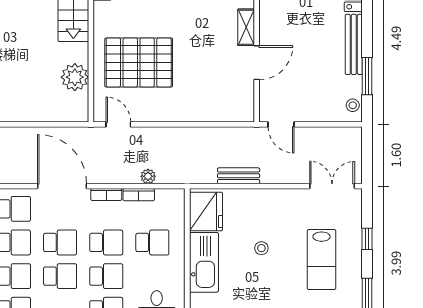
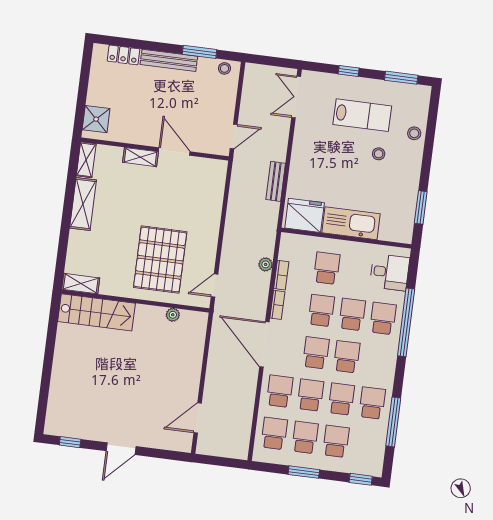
plant: (75, 77) -> (173, 315), width x0.53, depth x0.53
door: (62, 186) -> (264, 344), hinge flipped
stool: (261, 248) -> (379, 154), moved

